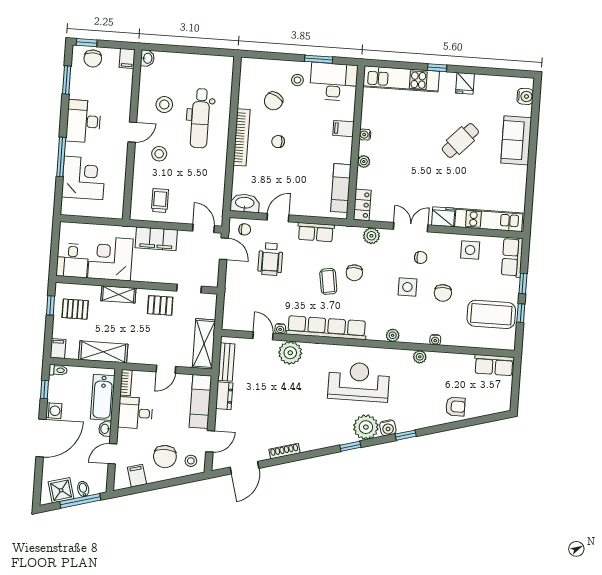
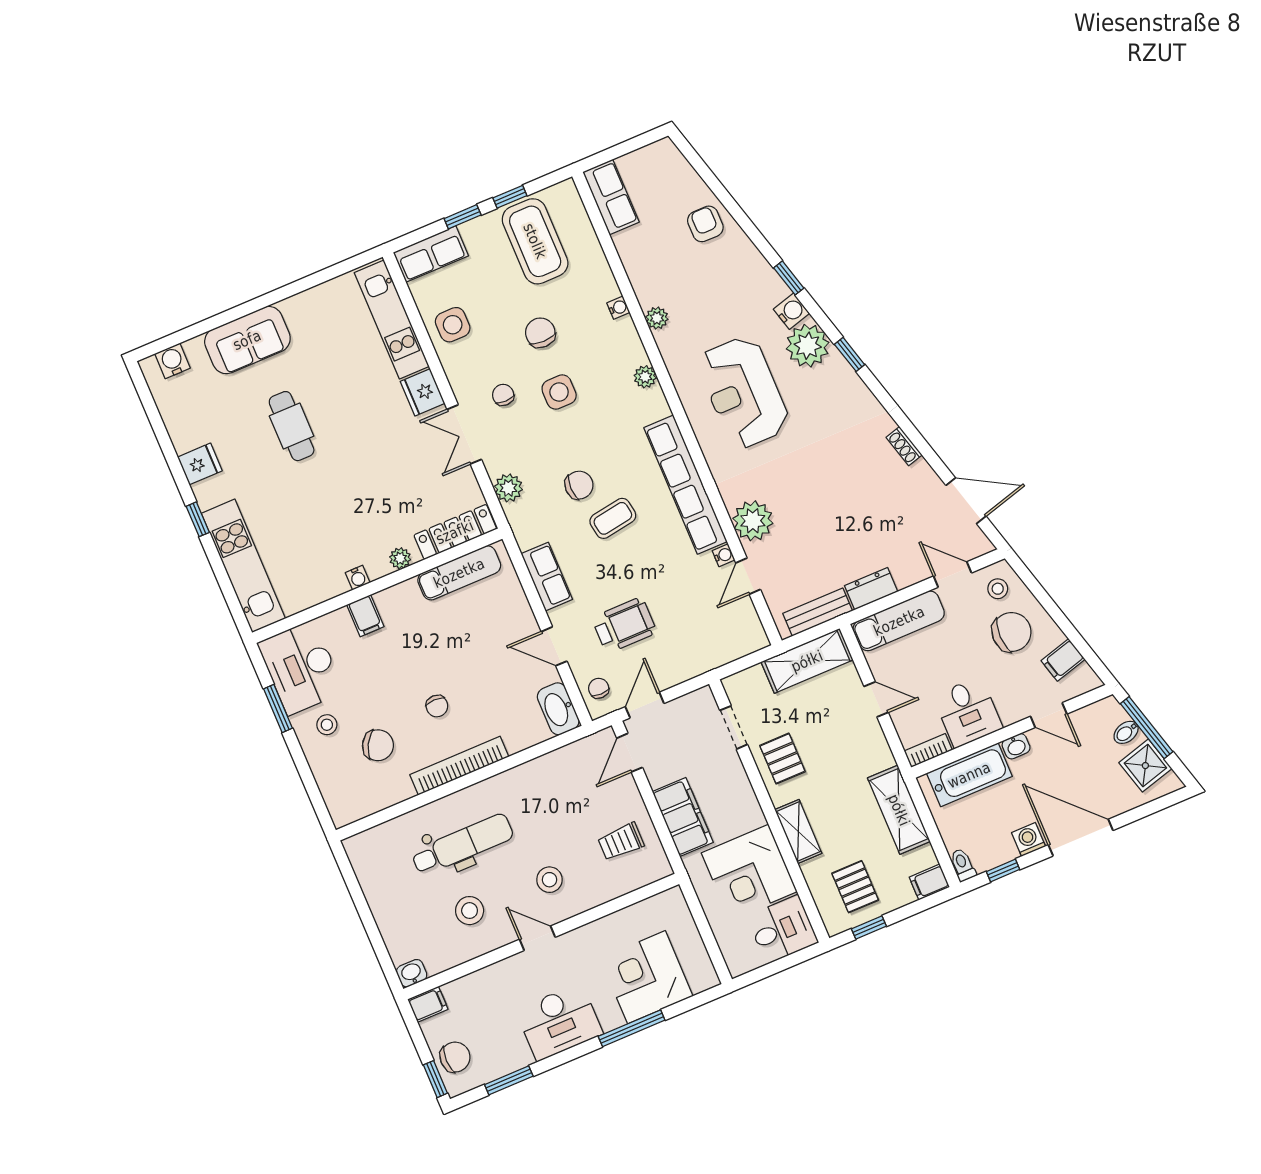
cafe table: (460, 140) -> (292, 426), turned 46
locker: (362, 205) -> (455, 532), width x1.53
chair: (443, 293) -> (540, 333), turned -90
shoe rack: (284, 451) -> (904, 446), width x0.70

